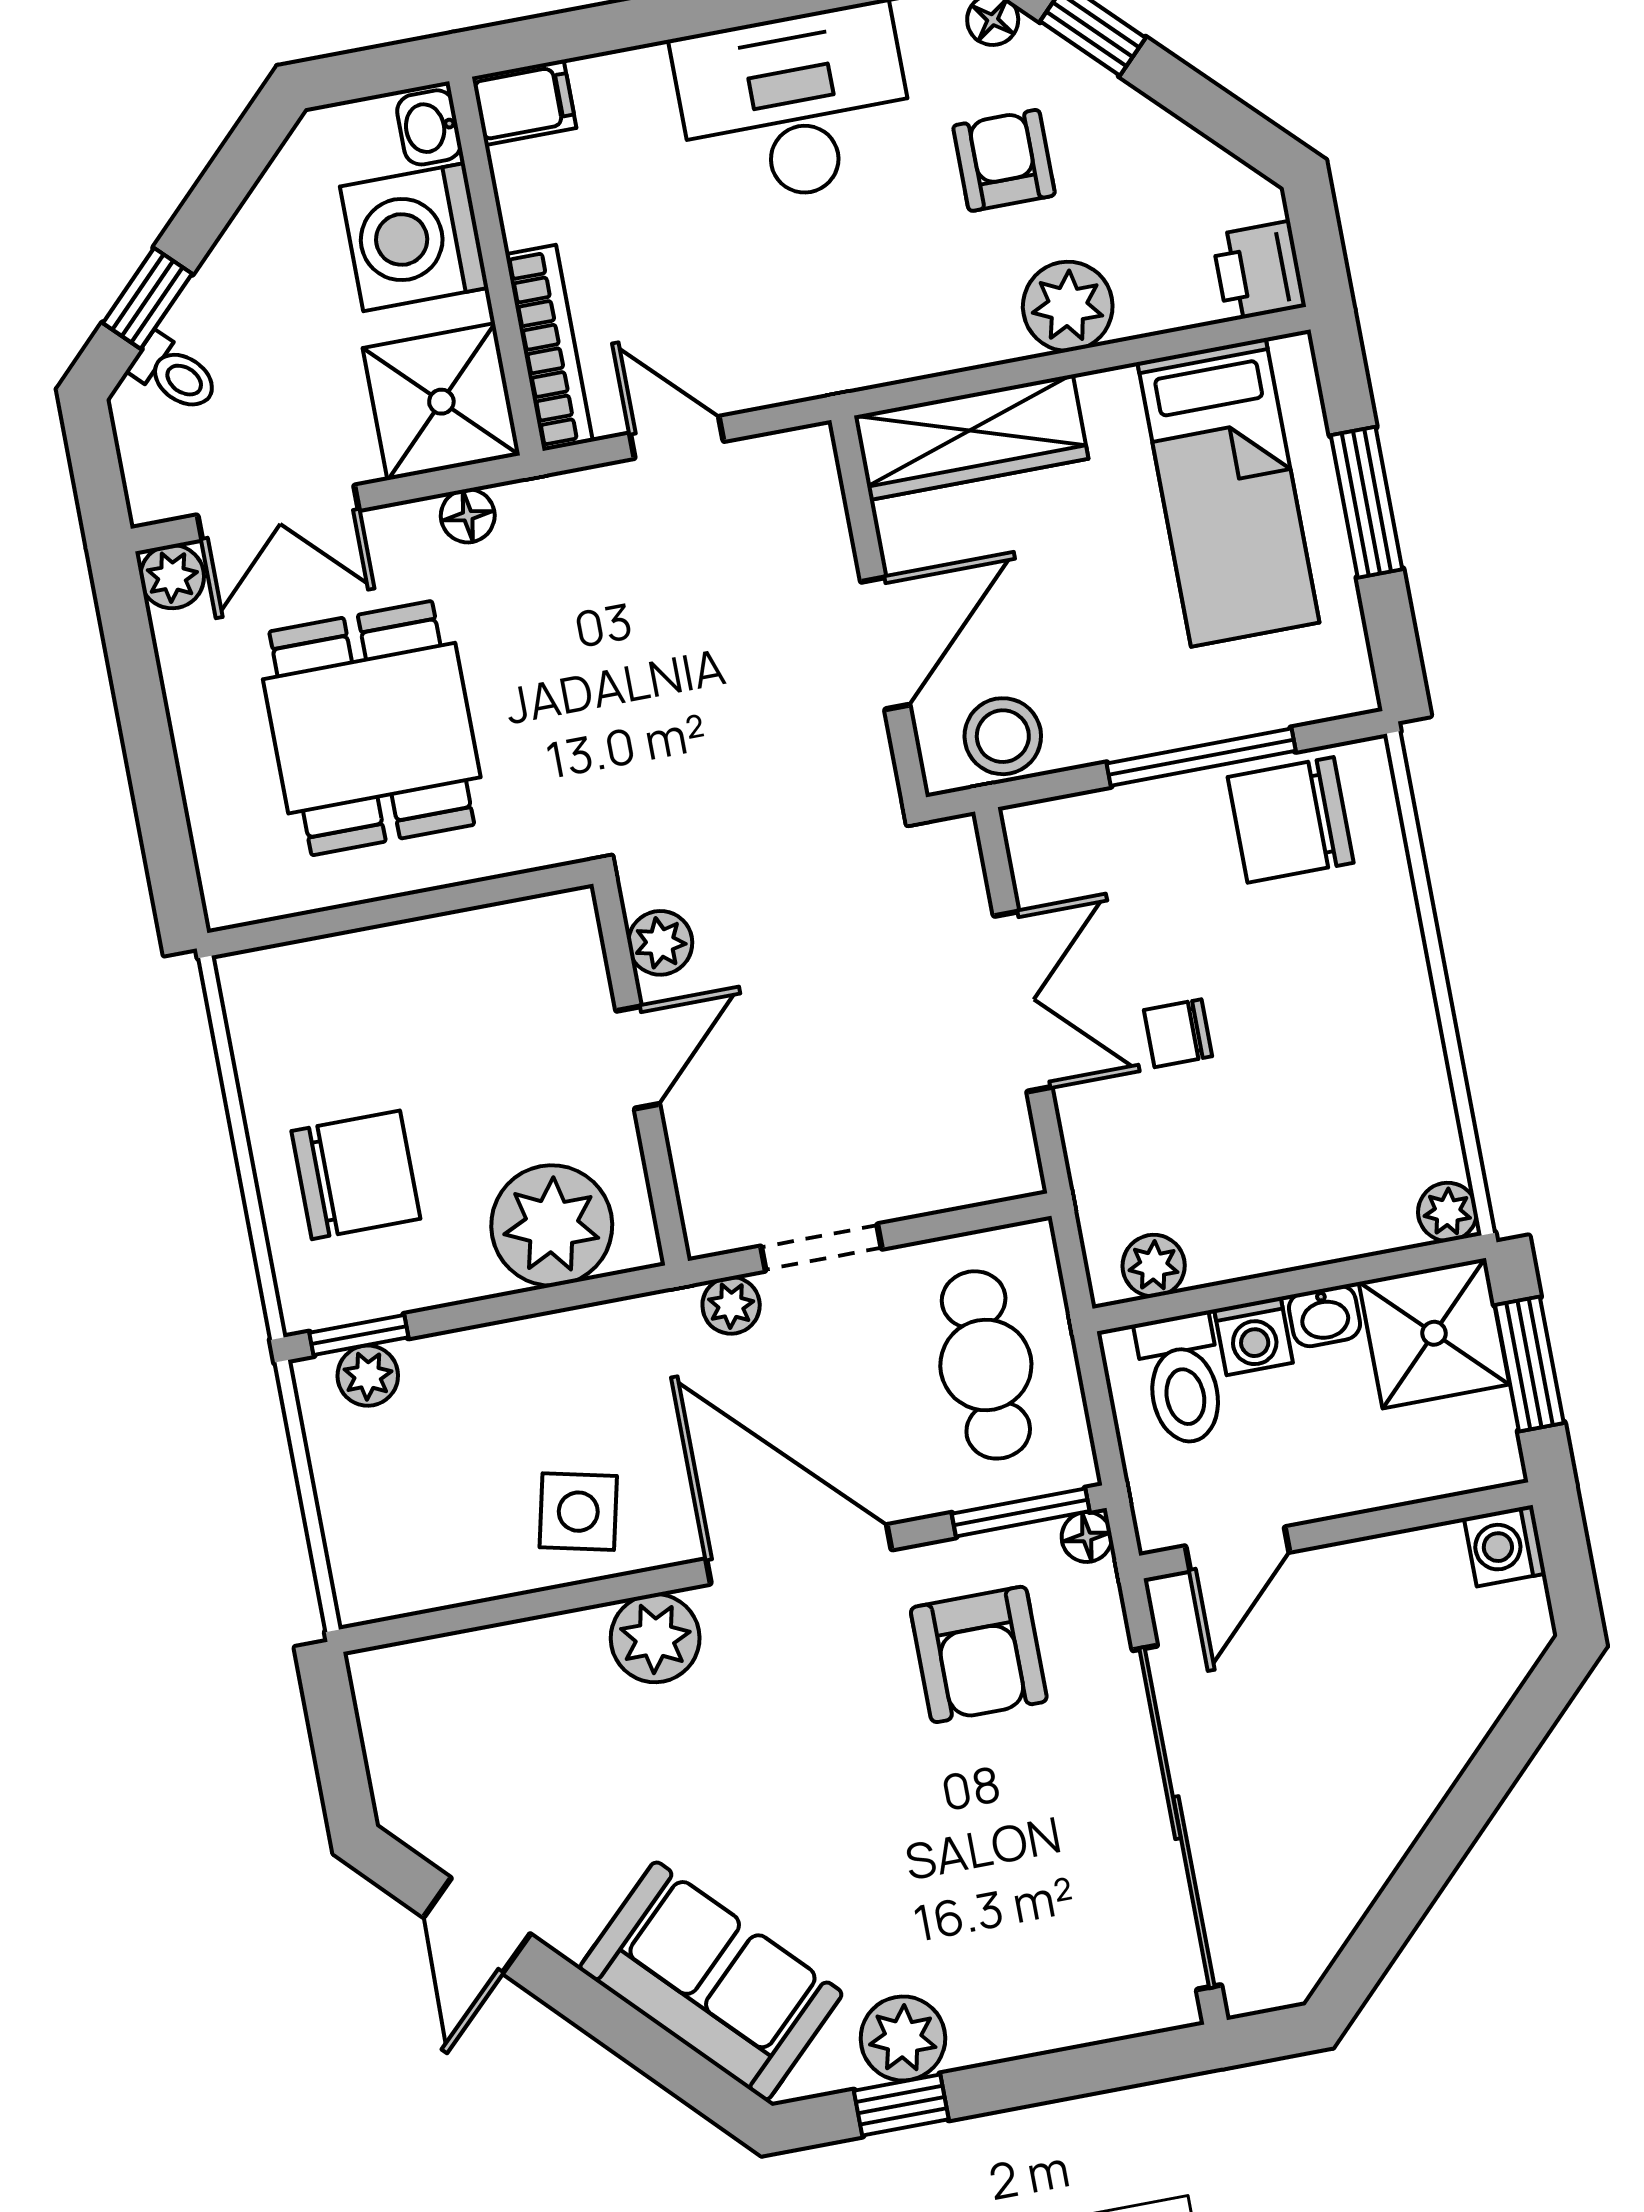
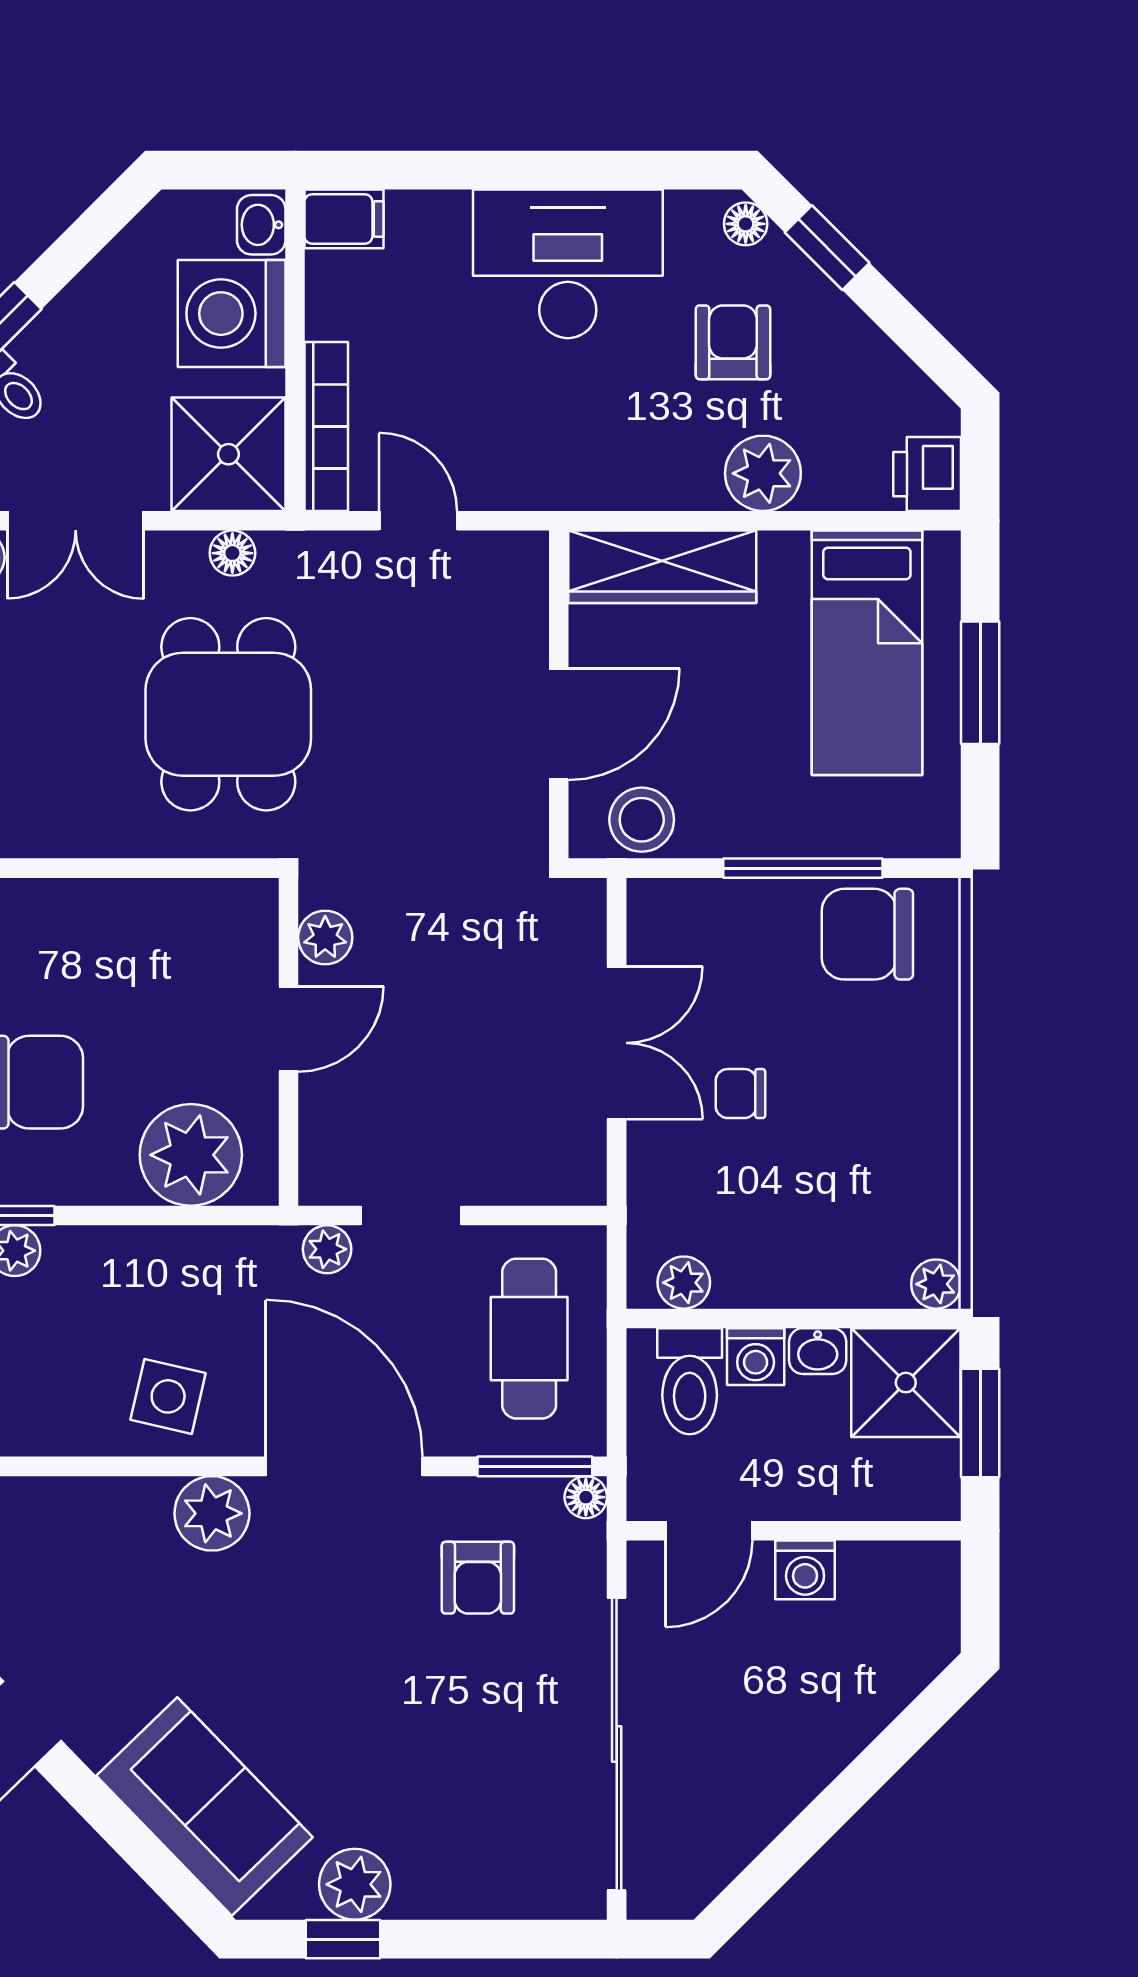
dining table: (372, 728) -> (228, 714), moved
washing machine: (1505, 1546) -> (805, 1570), moved, turned -90
armchair: (979, 1654) -> (478, 1578), width x0.72, depth x0.72

